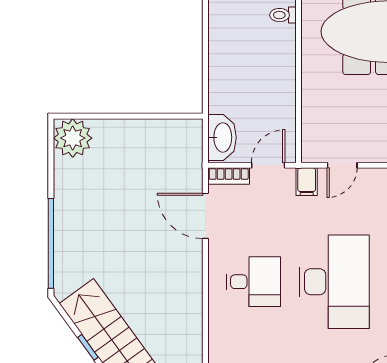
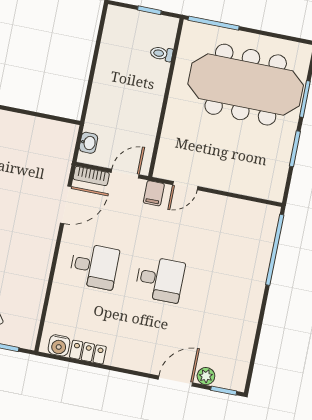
washbasin: (222, 137) -> (88, 143), width x0.52, depth x0.69
door: (205, 216) -> (66, 205), swing flipped
desk: (334, 282) -> (160, 279), width x0.53, depth x0.77

